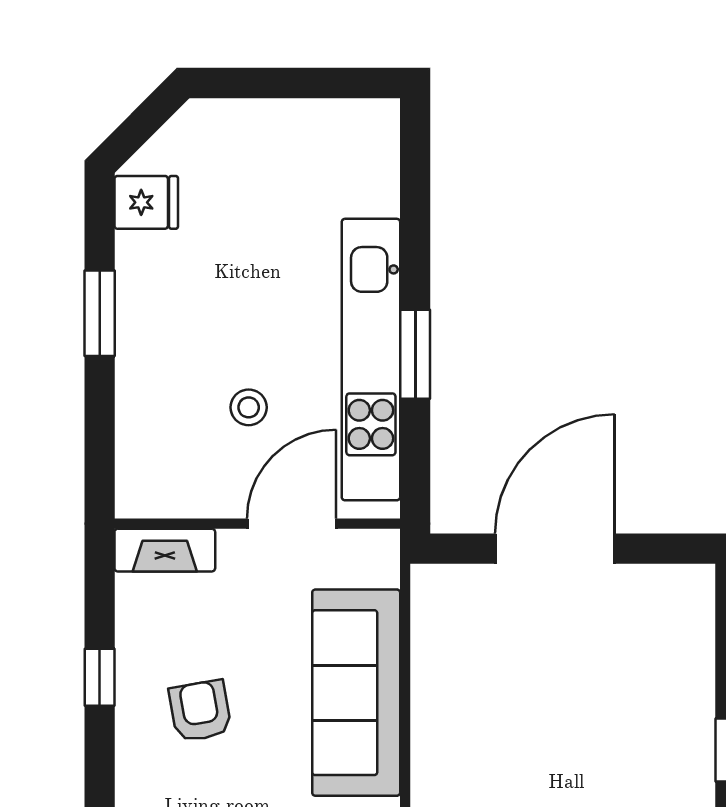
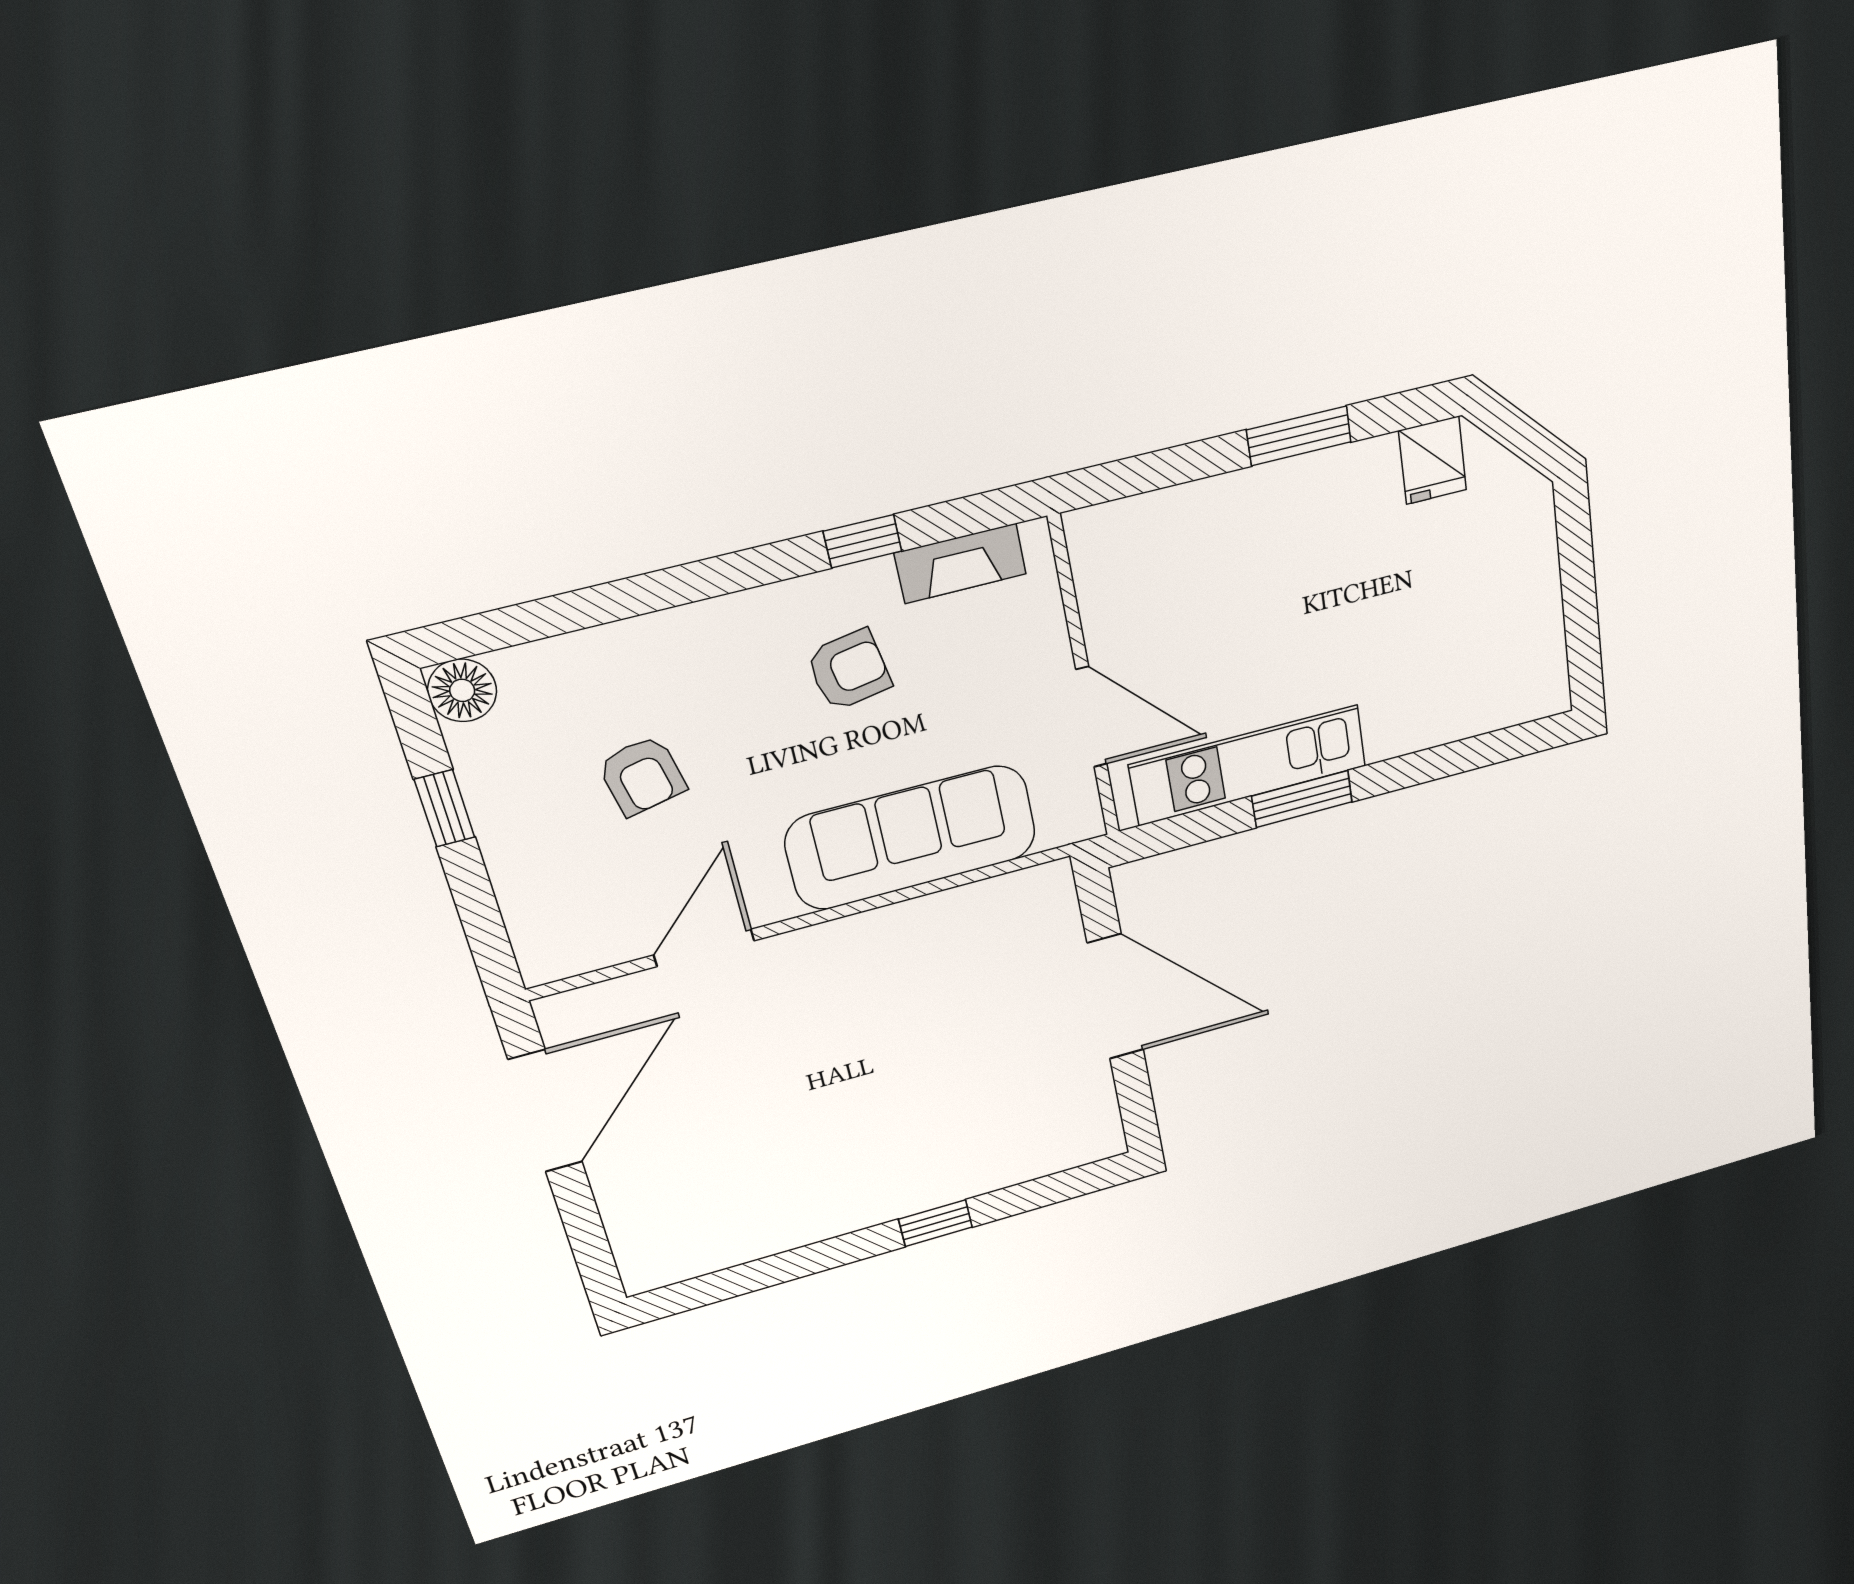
kitchen unit: (371, 360) -> (1248, 765), width x0.73
stool: (249, 407) -> (1216, 635), removed
fireplace: (165, 550) -> (960, 563), moved, turned -90

